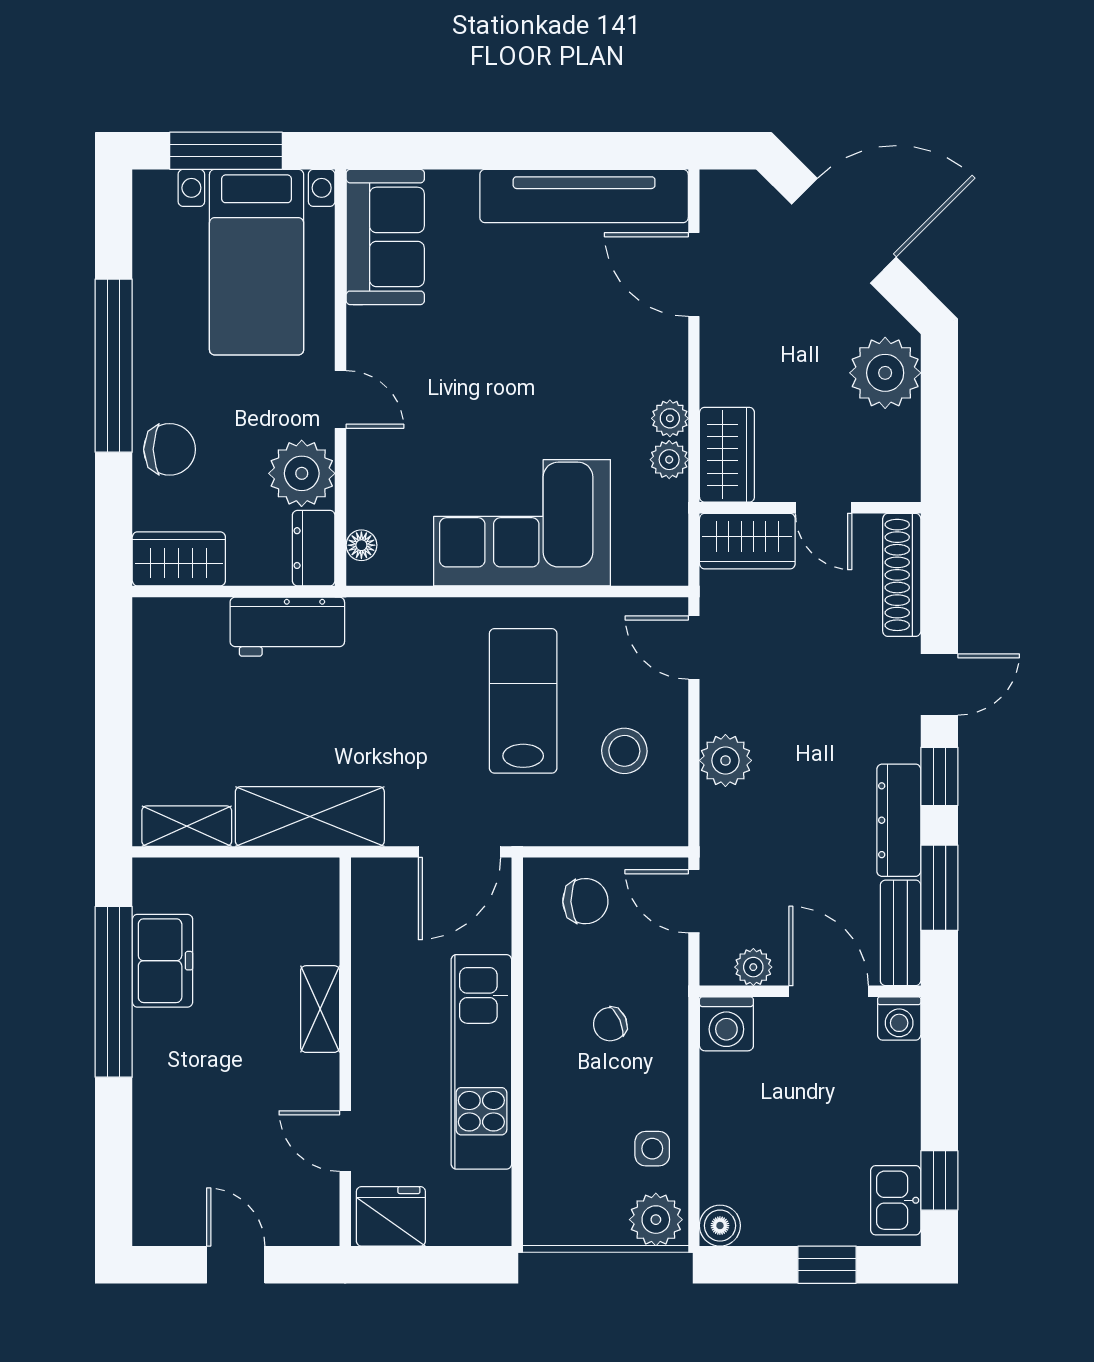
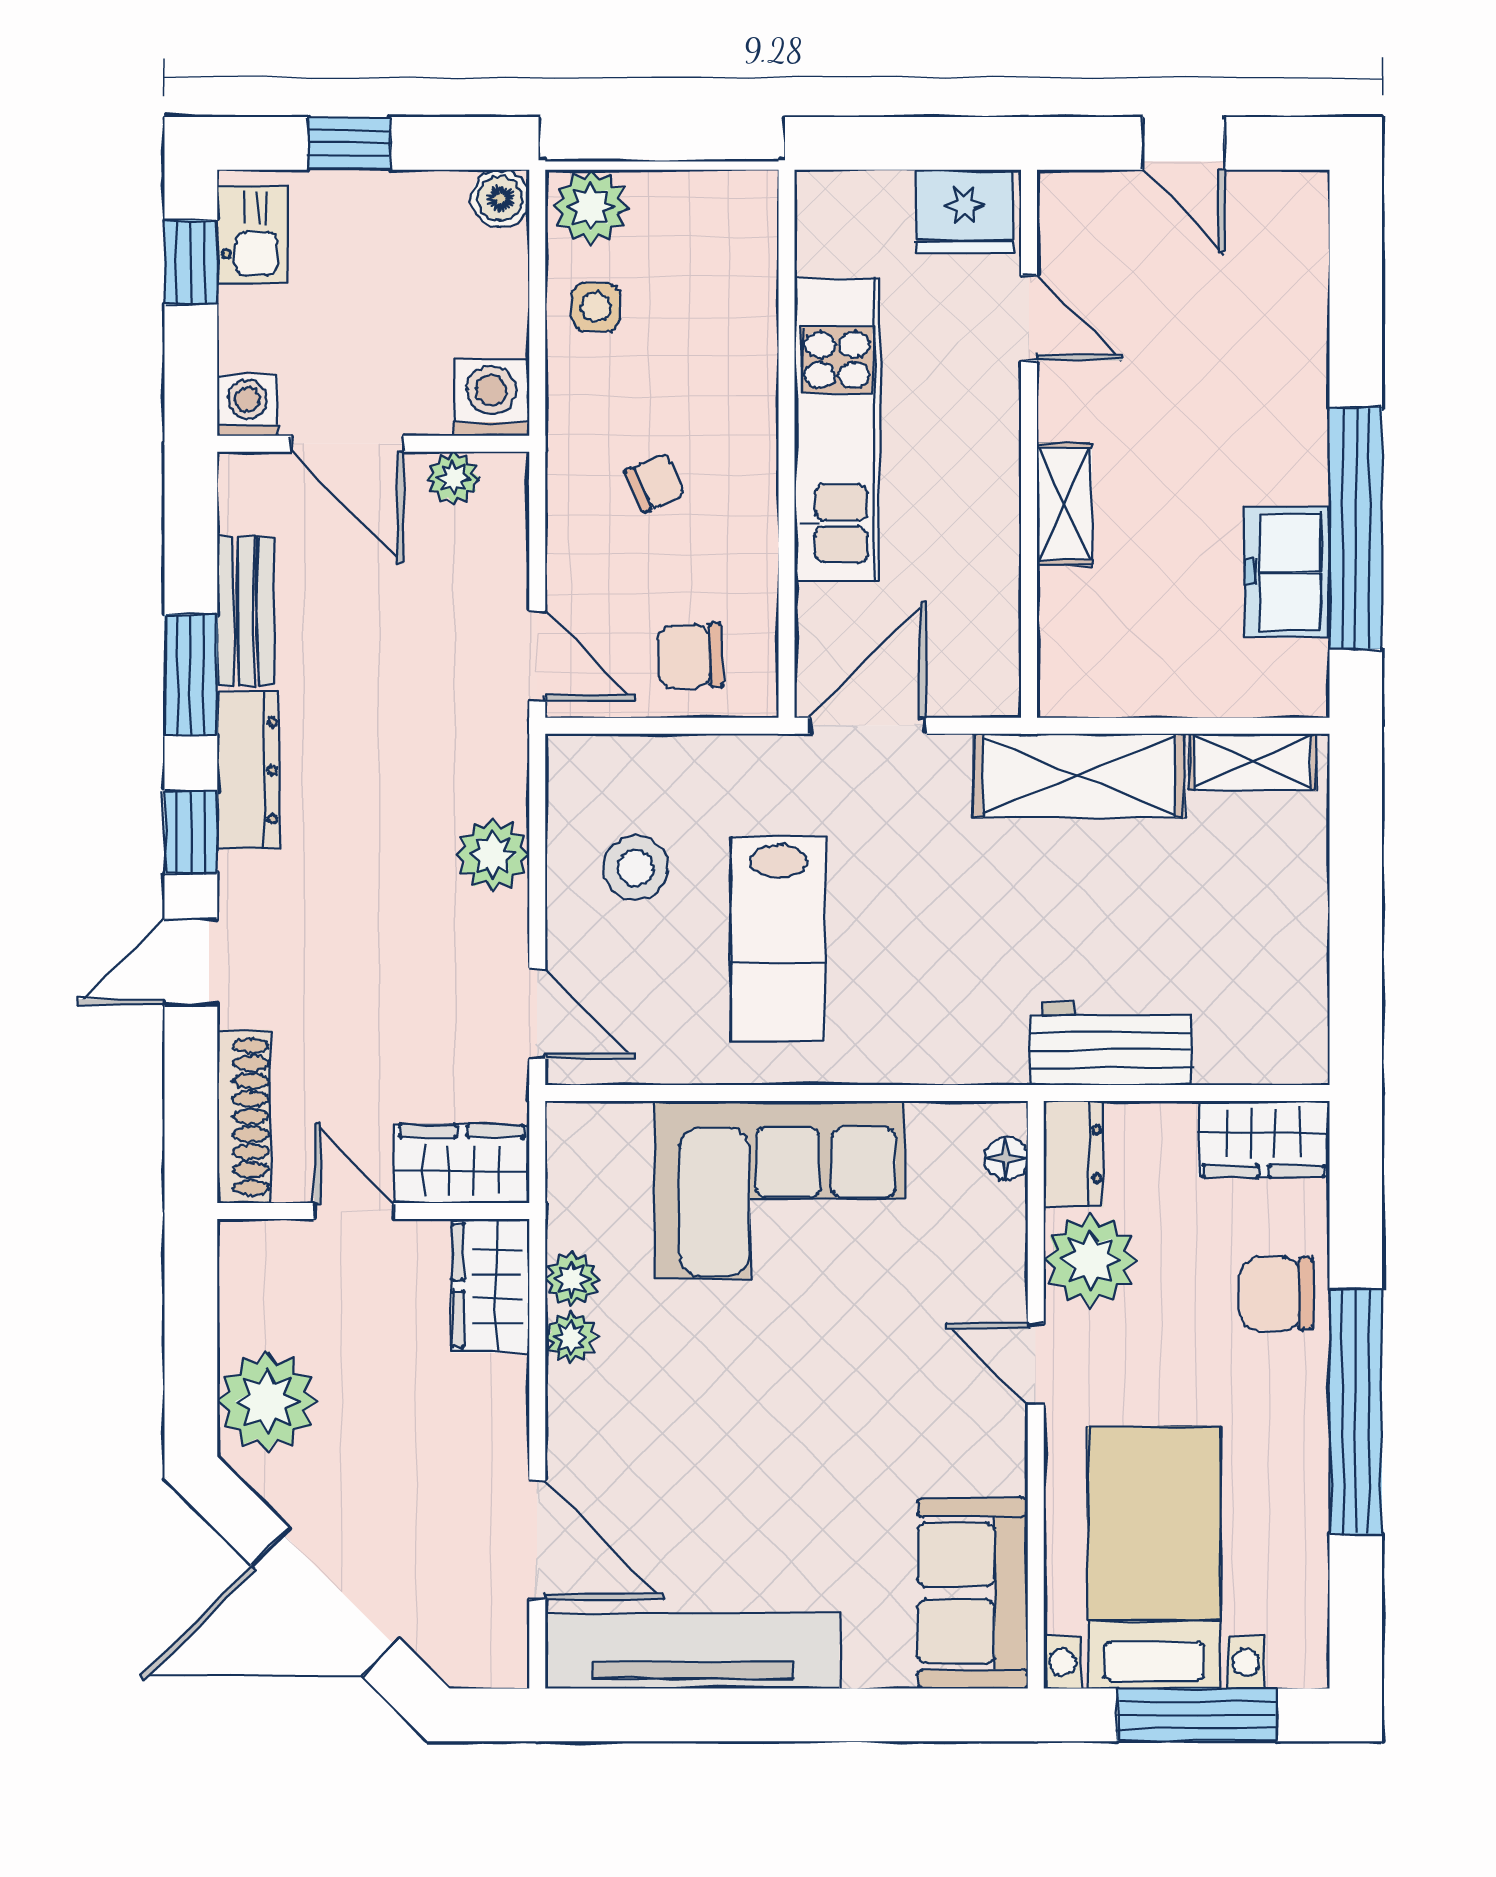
plant: (753, 967) -> (453, 478), moved
wall: (810, 991) -> (373, 444), moved
door: (829, 991) -> (347, 444), moved
washing machine: (899, 1019) -> (248, 405), moved
washing machine: (726, 1024) -> (491, 398), moved

